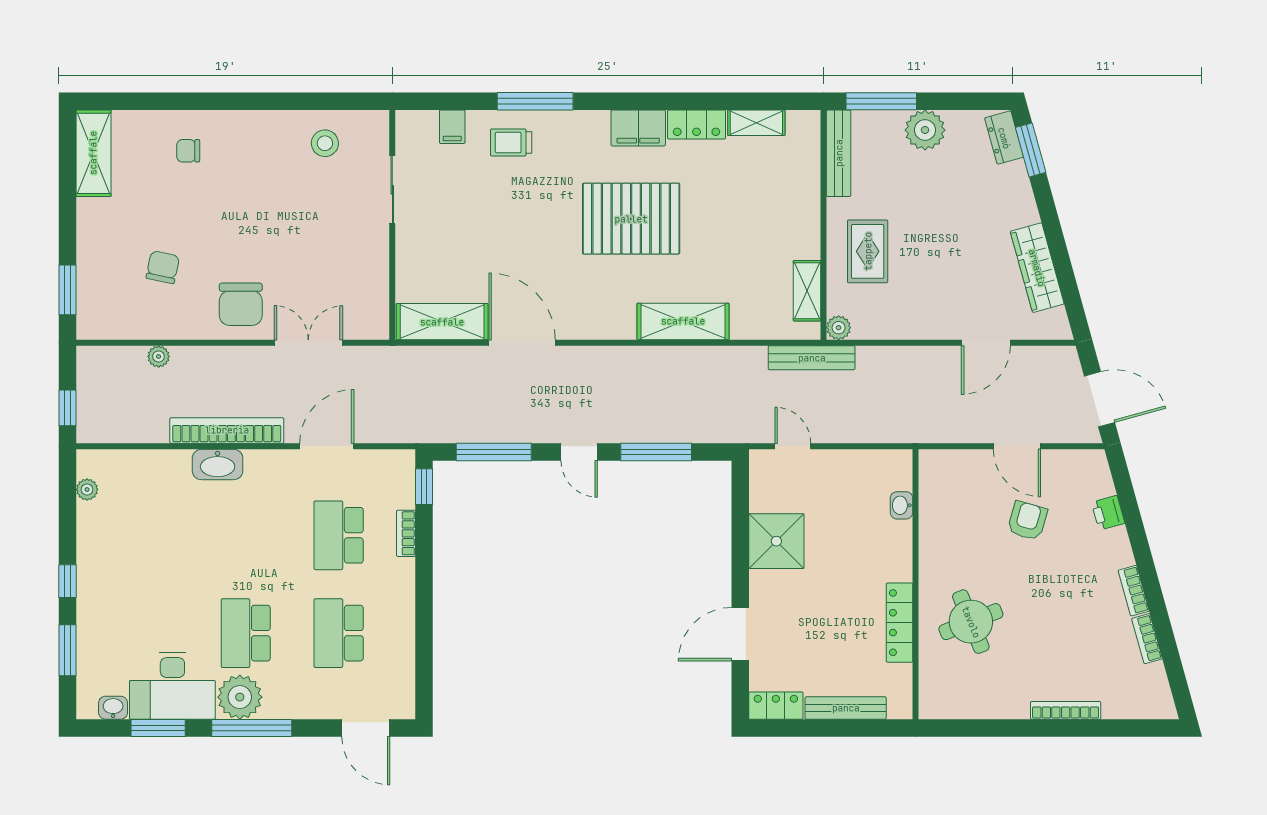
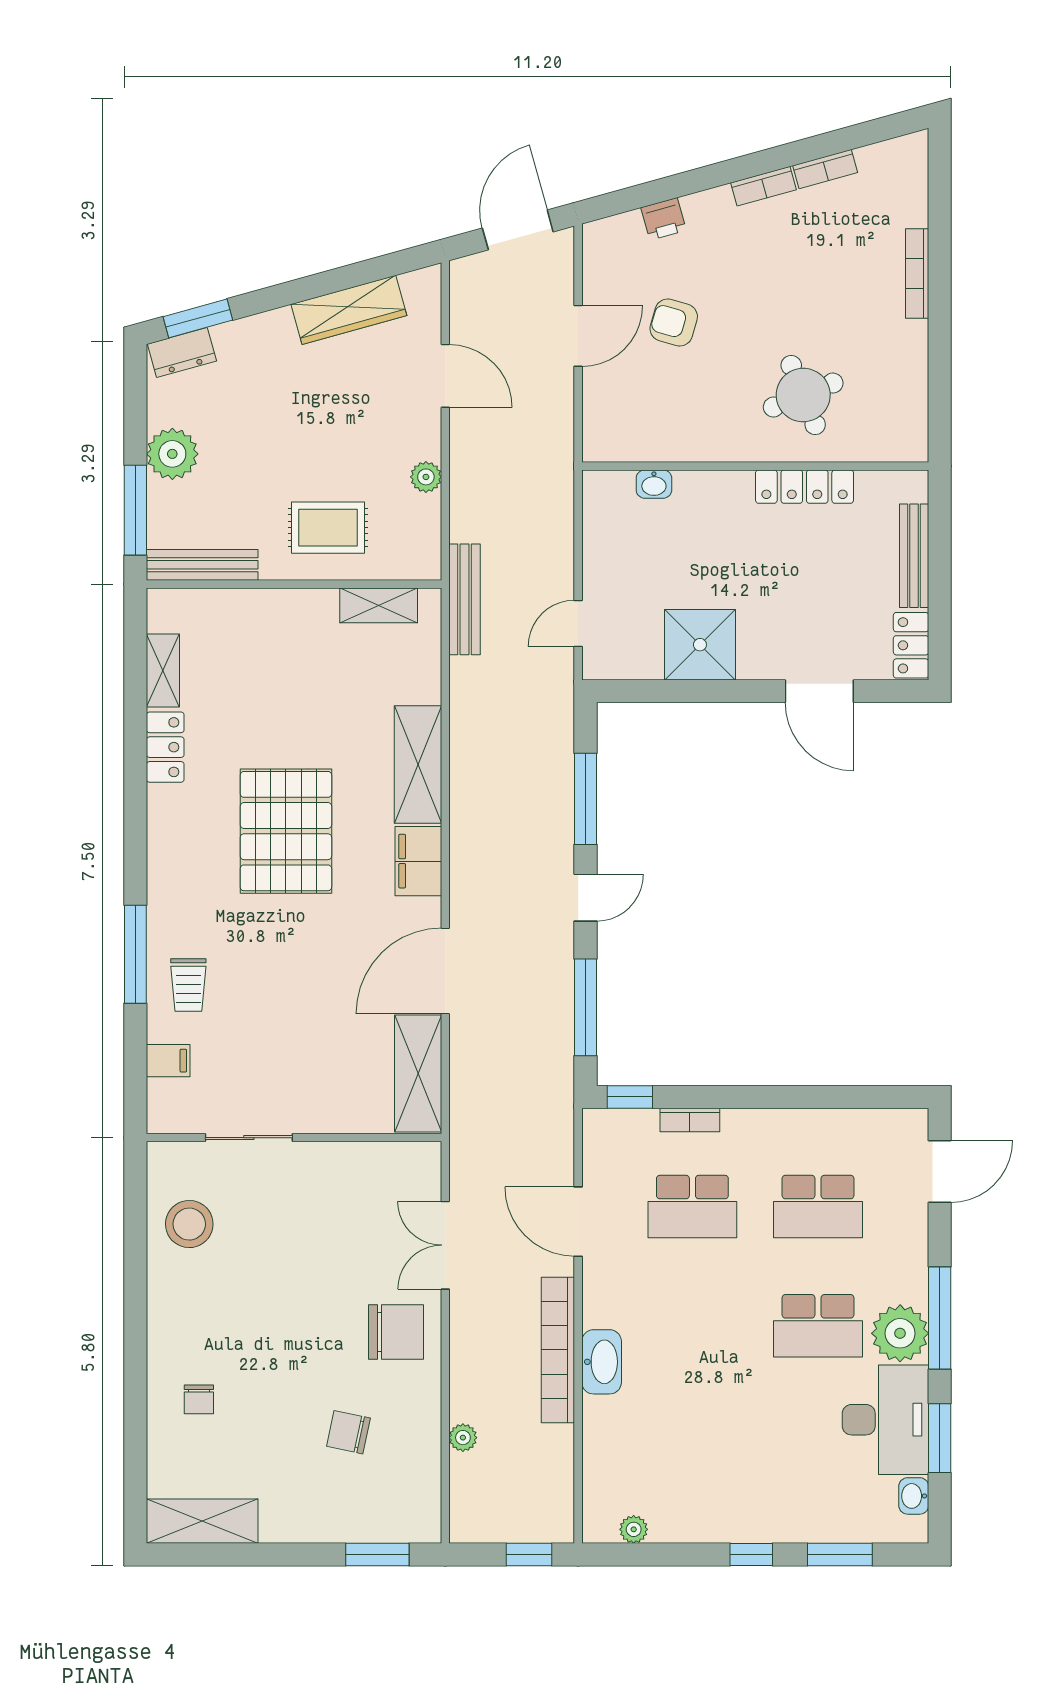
filing cabinet: (638, 128) -> (418, 861), moved, turned 180
stool: (325, 143) -> (189, 1224), width x1.38, depth x1.38
plant: (839, 328) -> (426, 477), moved

